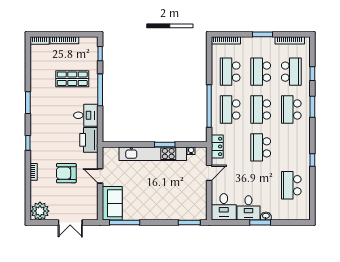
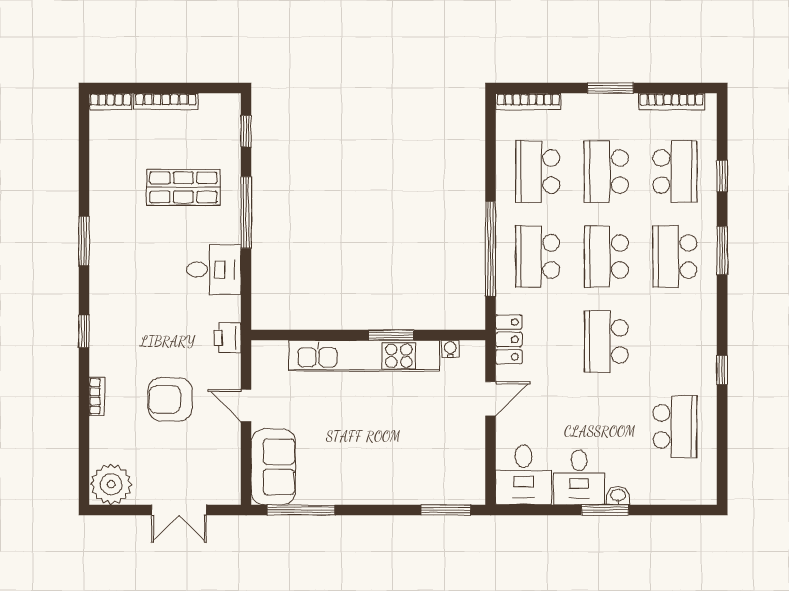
printer: (89, 140) -> (227, 338), width x0.53, depth x0.68
school desk: (291, 185) -> (675, 426), turned 180

